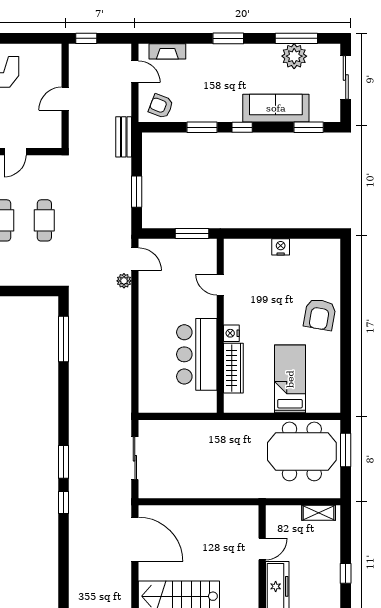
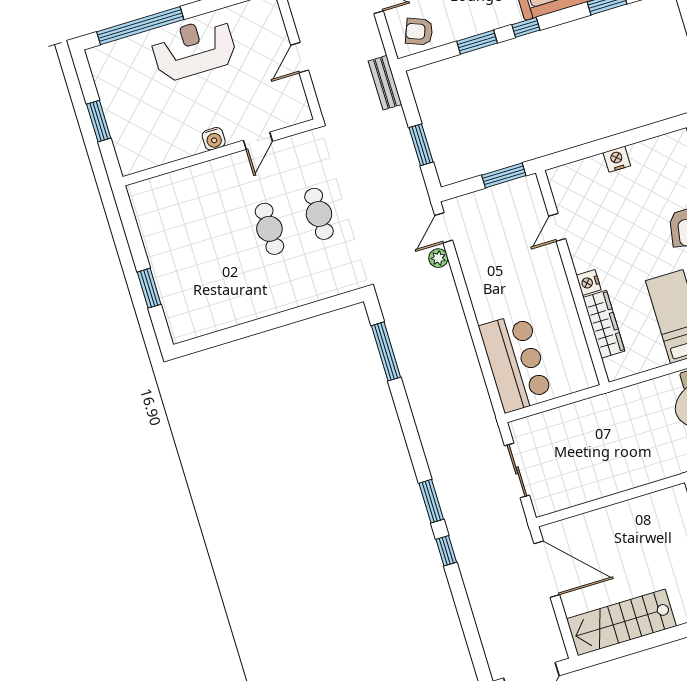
door: (135, 259) -> (444, 228), swing flipped
door: (220, 285) -> (557, 227), hinge flipped
bar counter: (197, 354) -> (516, 363), moved, turned 180

